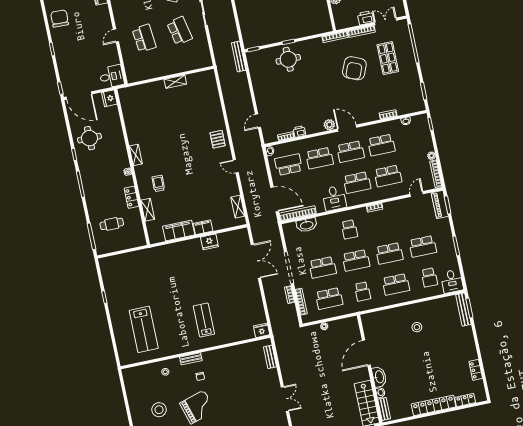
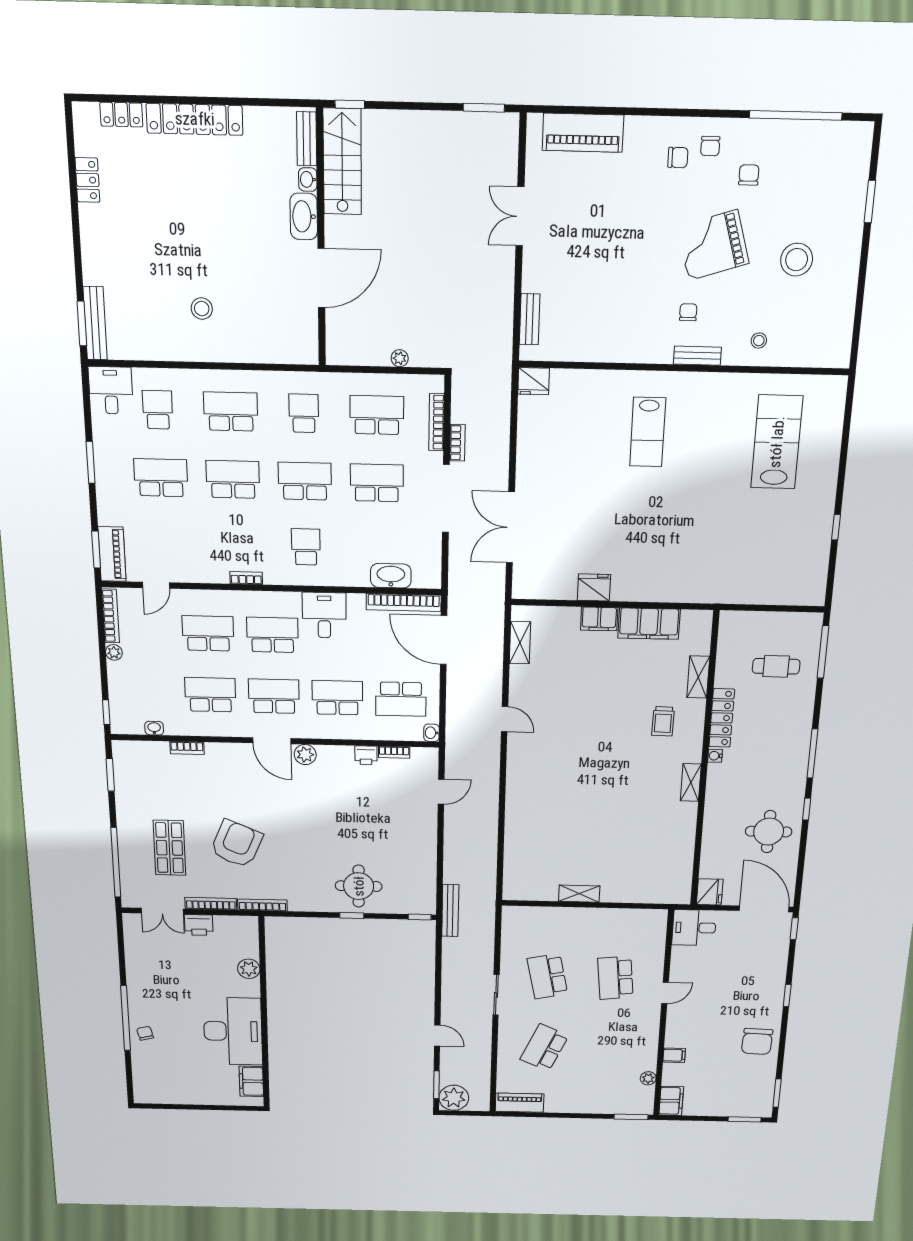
pallet: (218, 139) -> (527, 776), removed
locker: (131, 197) -> (722, 718), width x1.53

